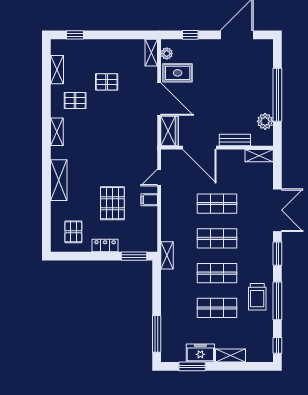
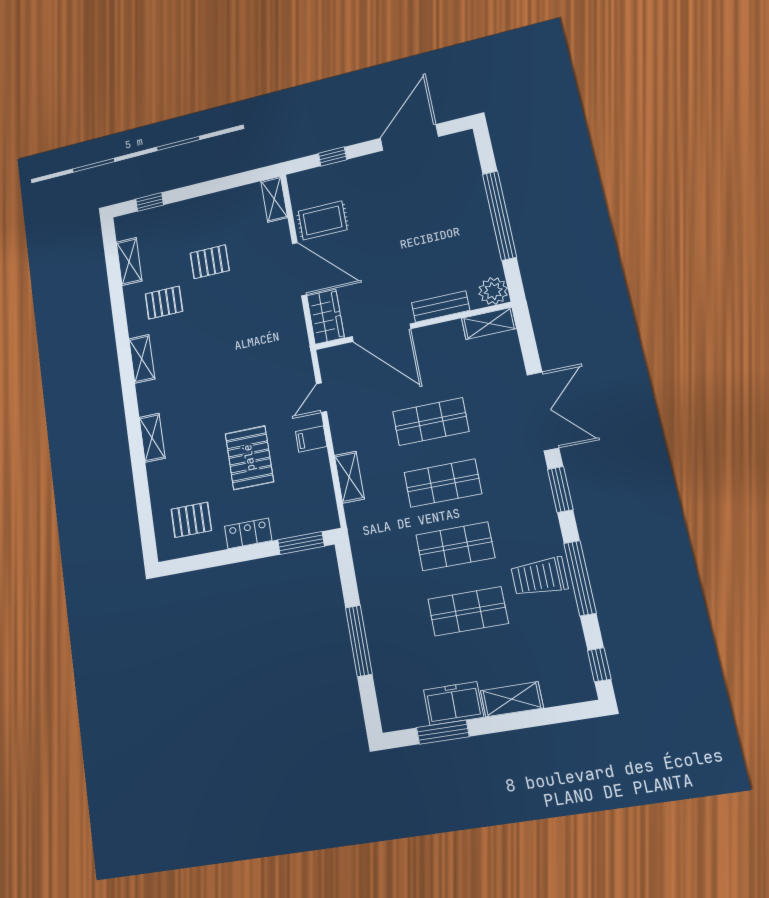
plant: (167, 54) -> (299, 195), removed
plant: (265, 121) -> (493, 291), moved
shelving: (59, 180) -> (152, 438), width x0.67, depth x0.75
pallet: (73, 232) -> (191, 520), turned 90
shelving: (167, 255) -> (349, 477), moved
trolley: (257, 297) -> (539, 577), turned 90
window: (157, 334) -> (359, 641), moved

